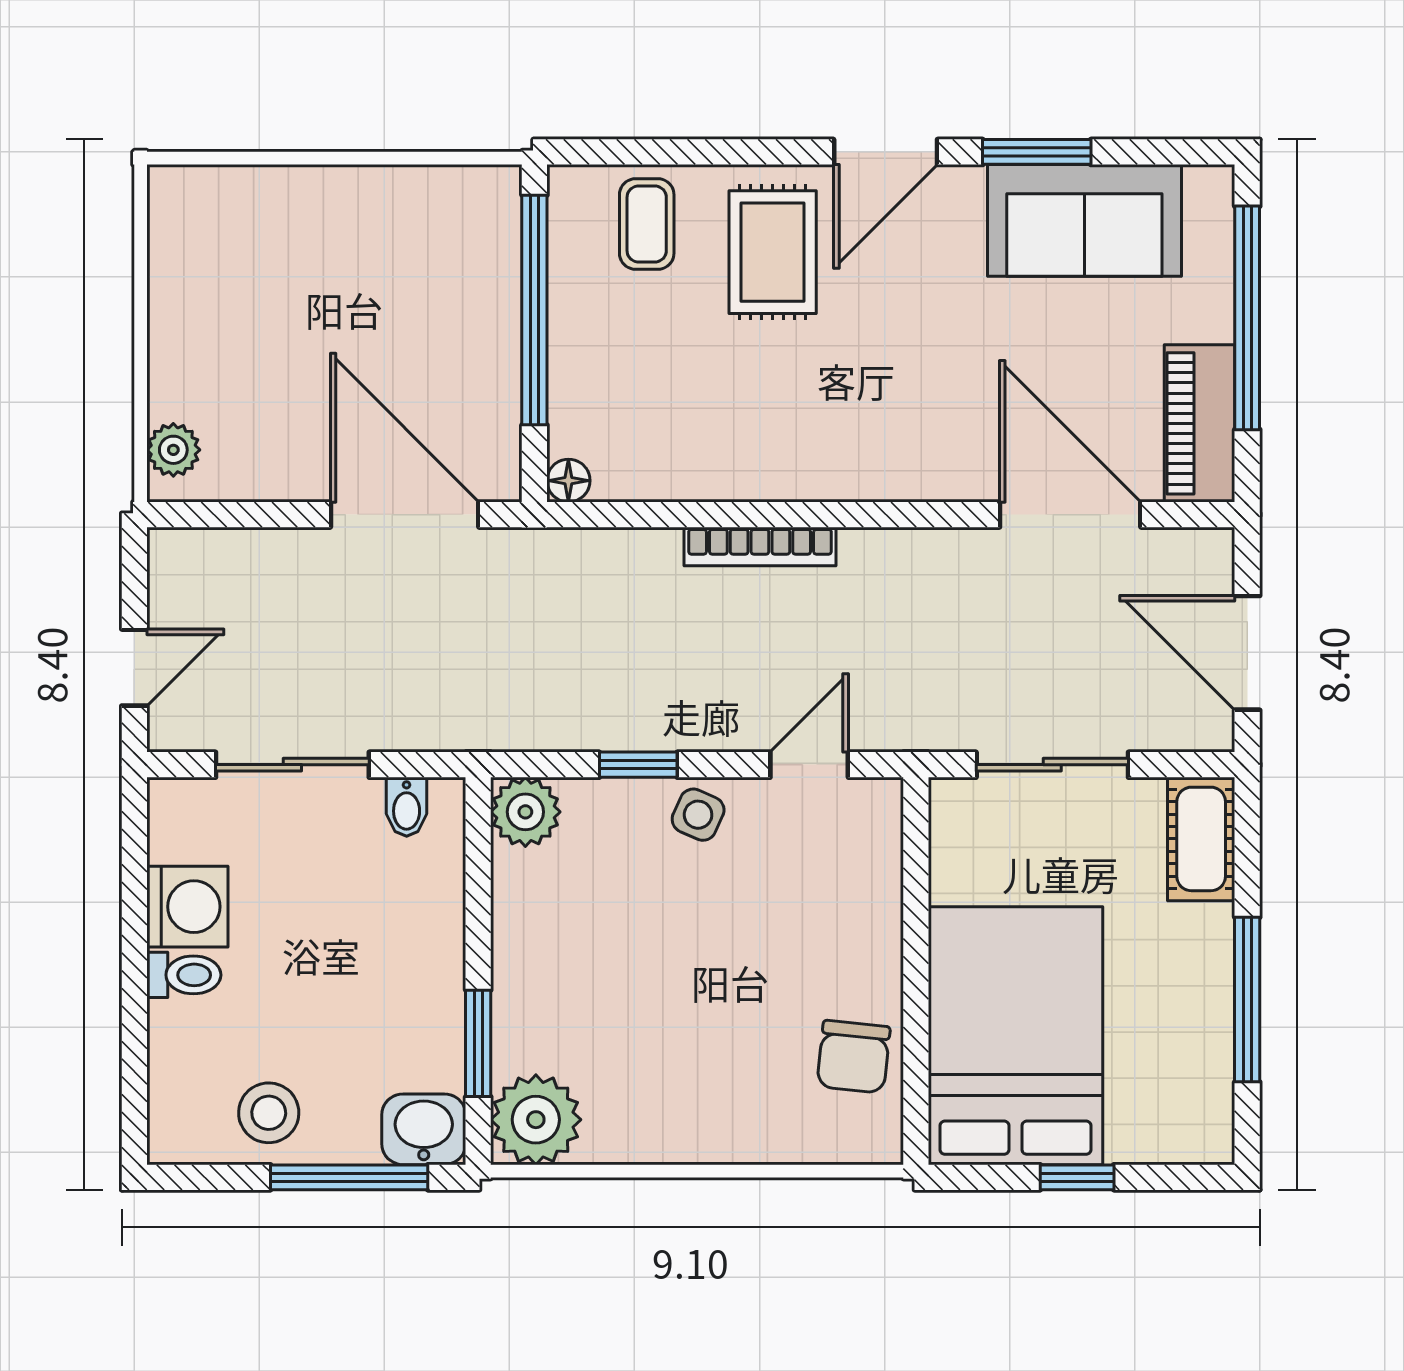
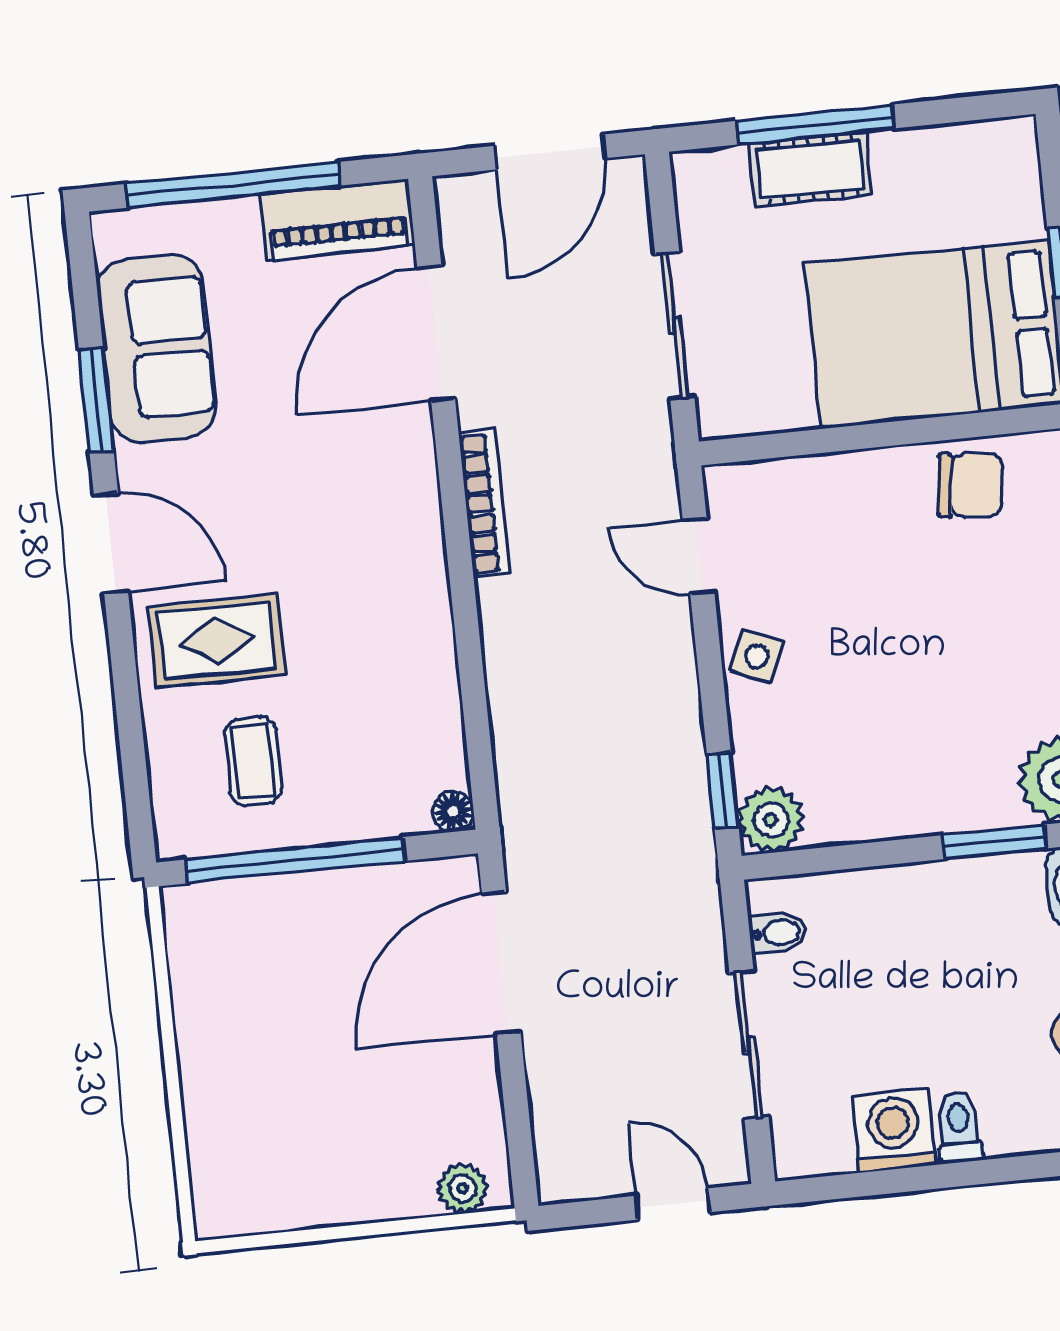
coffee table: (647, 224) -> (253, 761), moved, turned 90
bookcase: (760, 547) -> (484, 503), moved
window: (638, 765) -> (723, 790), moved
cot: (1201, 839) -> (811, 169), moved
window: (1247, 1000) -> (815, 125), moved

